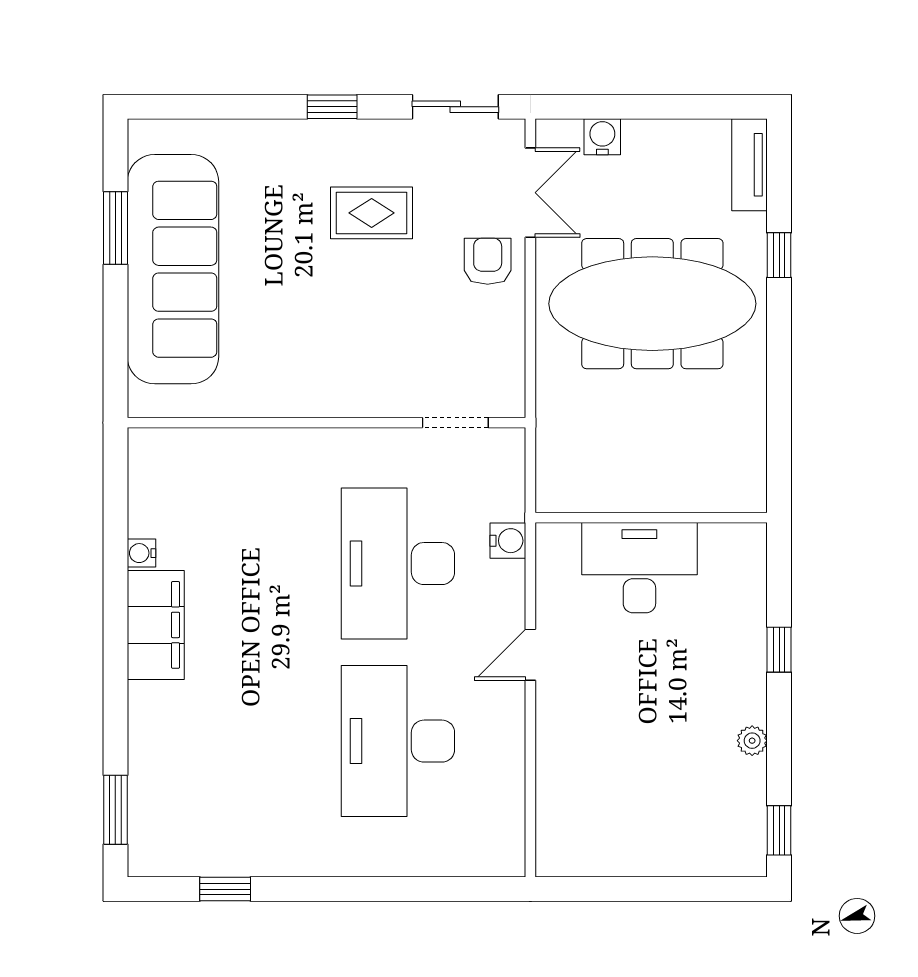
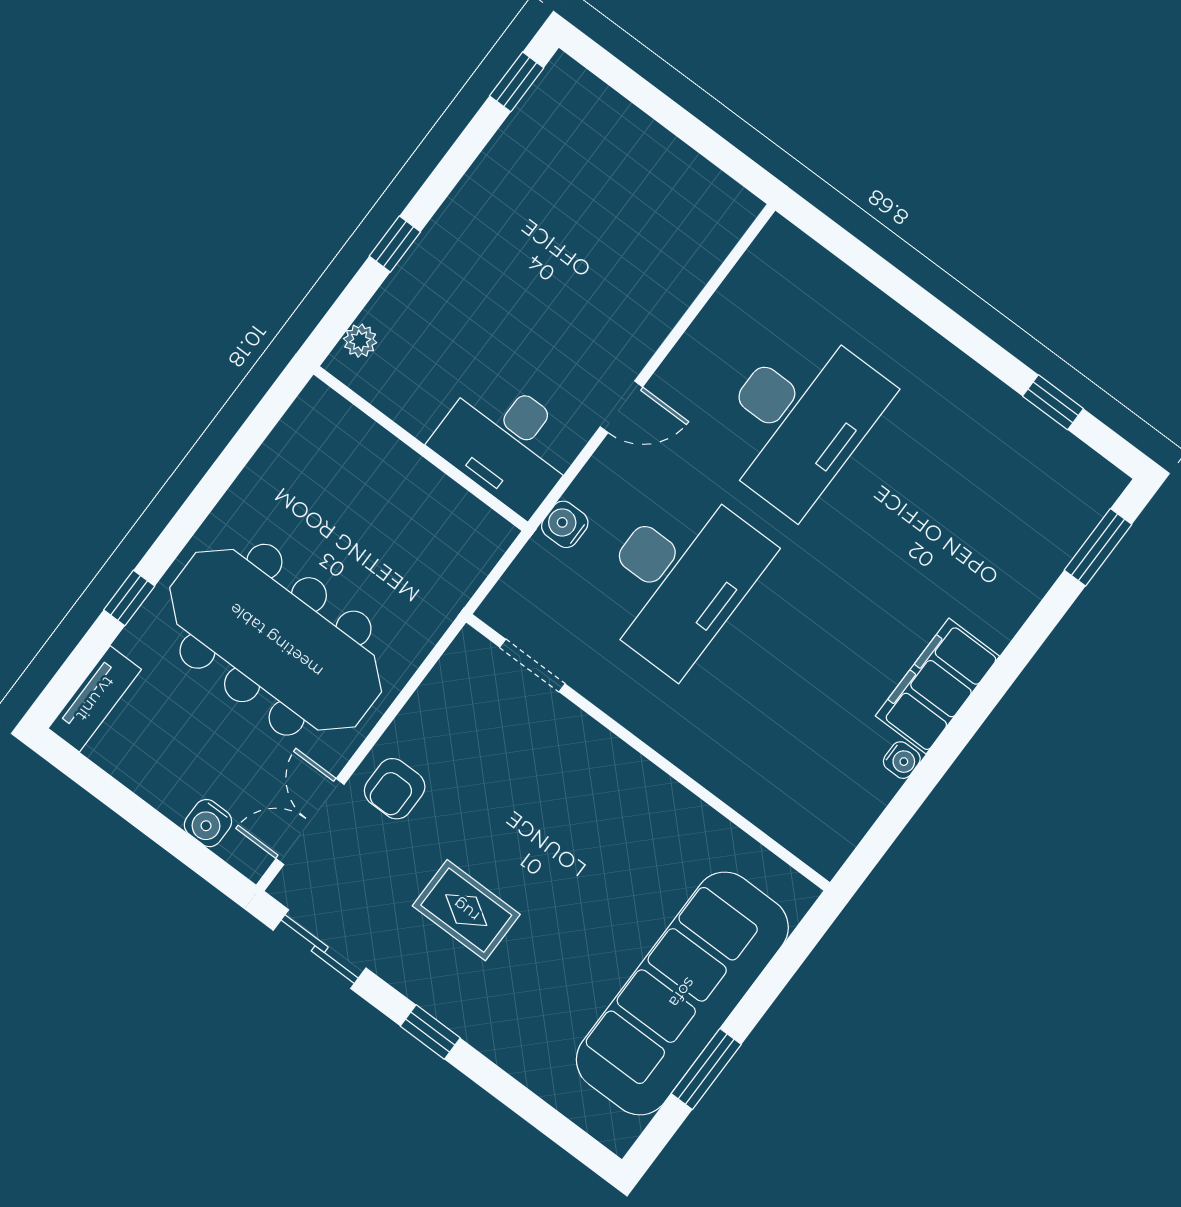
desk: (639, 568) -> (507, 443), moved
plant: (752, 741) -> (360, 341), moved

